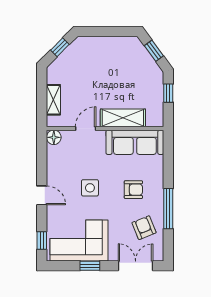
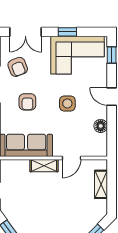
shelving: (123, 118) -> (44, 166), width x0.67, depth x0.75
floor lamp: (54, 137) -> (101, 126), moved
armchair: (133, 190) -> (27, 102), turned -90

